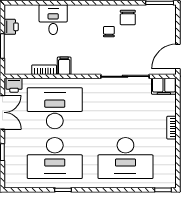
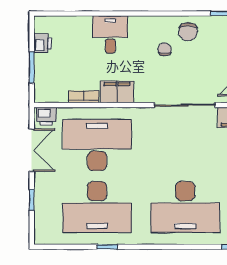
desk: (53, 20) -> (110, 34), moved
filing cabinet: (64, 66) -> (117, 92), width x2.00

